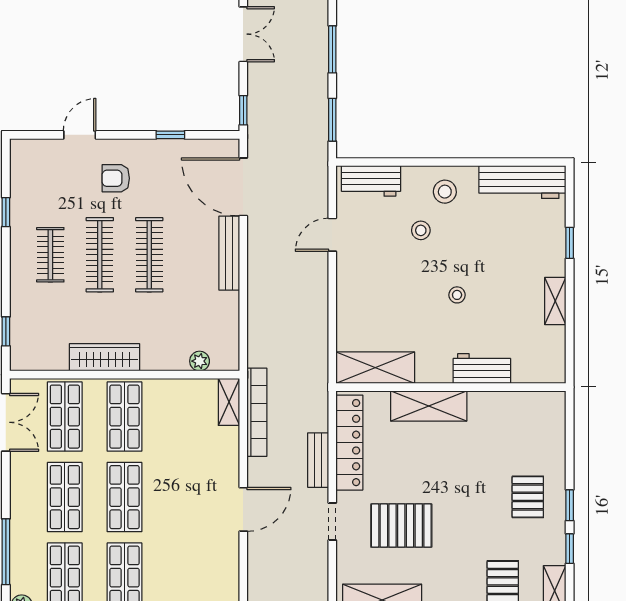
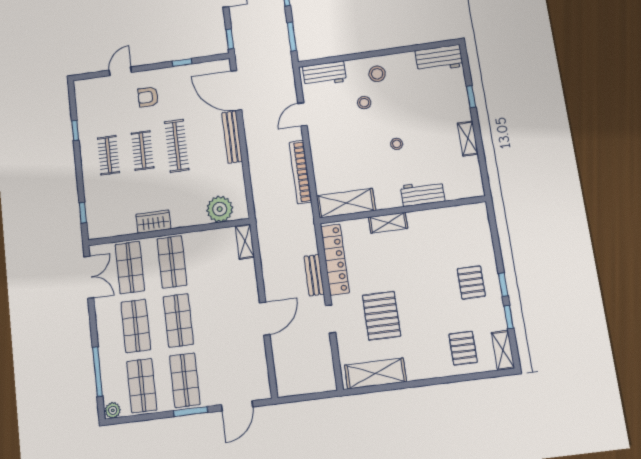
workbench: (522, 182) -> (439, 58), width x0.73
clothes rail: (100, 255) -> (143, 151), width x0.73
wardrobe: (105, 357) -> (153, 222), width x0.67
plant: (200, 361) -> (220, 209), width x1.87, depth x1.87
shelving: (429, 406) -> (388, 223), width x0.67, depth x0.75
bookcase: (257, 412) -> (300, 172), moved, turned 180
pallet: (401, 526) -> (381, 316), turned 90

